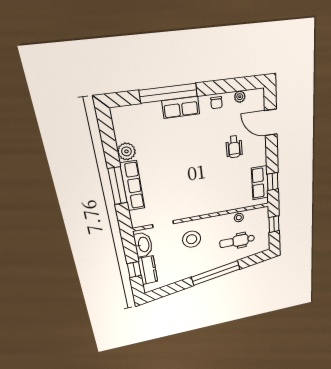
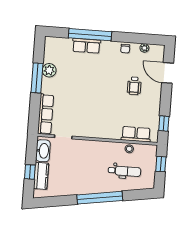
row of seats: (181, 107) -> (86, 46), moved
row of seats: (260, 183) -> (136, 134), moved, turned 90
window: (118, 186) -> (37, 78), moved
row of seats: (132, 186) -> (46, 114), moved
stool: (192, 239) -> (84, 158), removed
dental chair: (237, 241) -> (124, 171), turned 180

